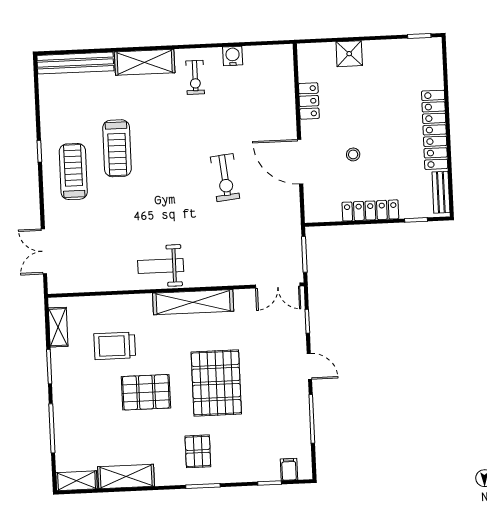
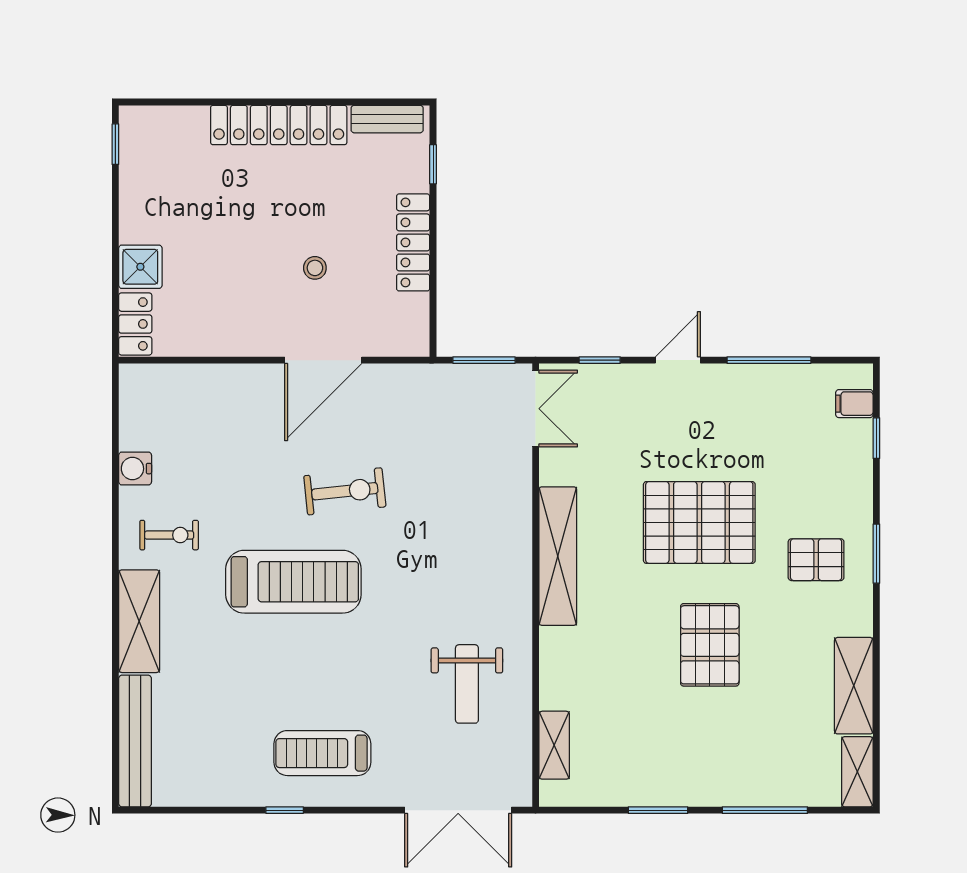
locker: (309, 101) -> (135, 324), moved, turned 90
treadmill: (117, 148) -> (293, 582), moved, width x1.37, depth x1.38
double door: (44, 251) -> (458, 810), width x1.37
weight bench: (161, 266) -> (467, 684), moved
shelving: (58, 327) -> (554, 745), moved, turned 90
trolley: (115, 346) -> (627, 695), removed

